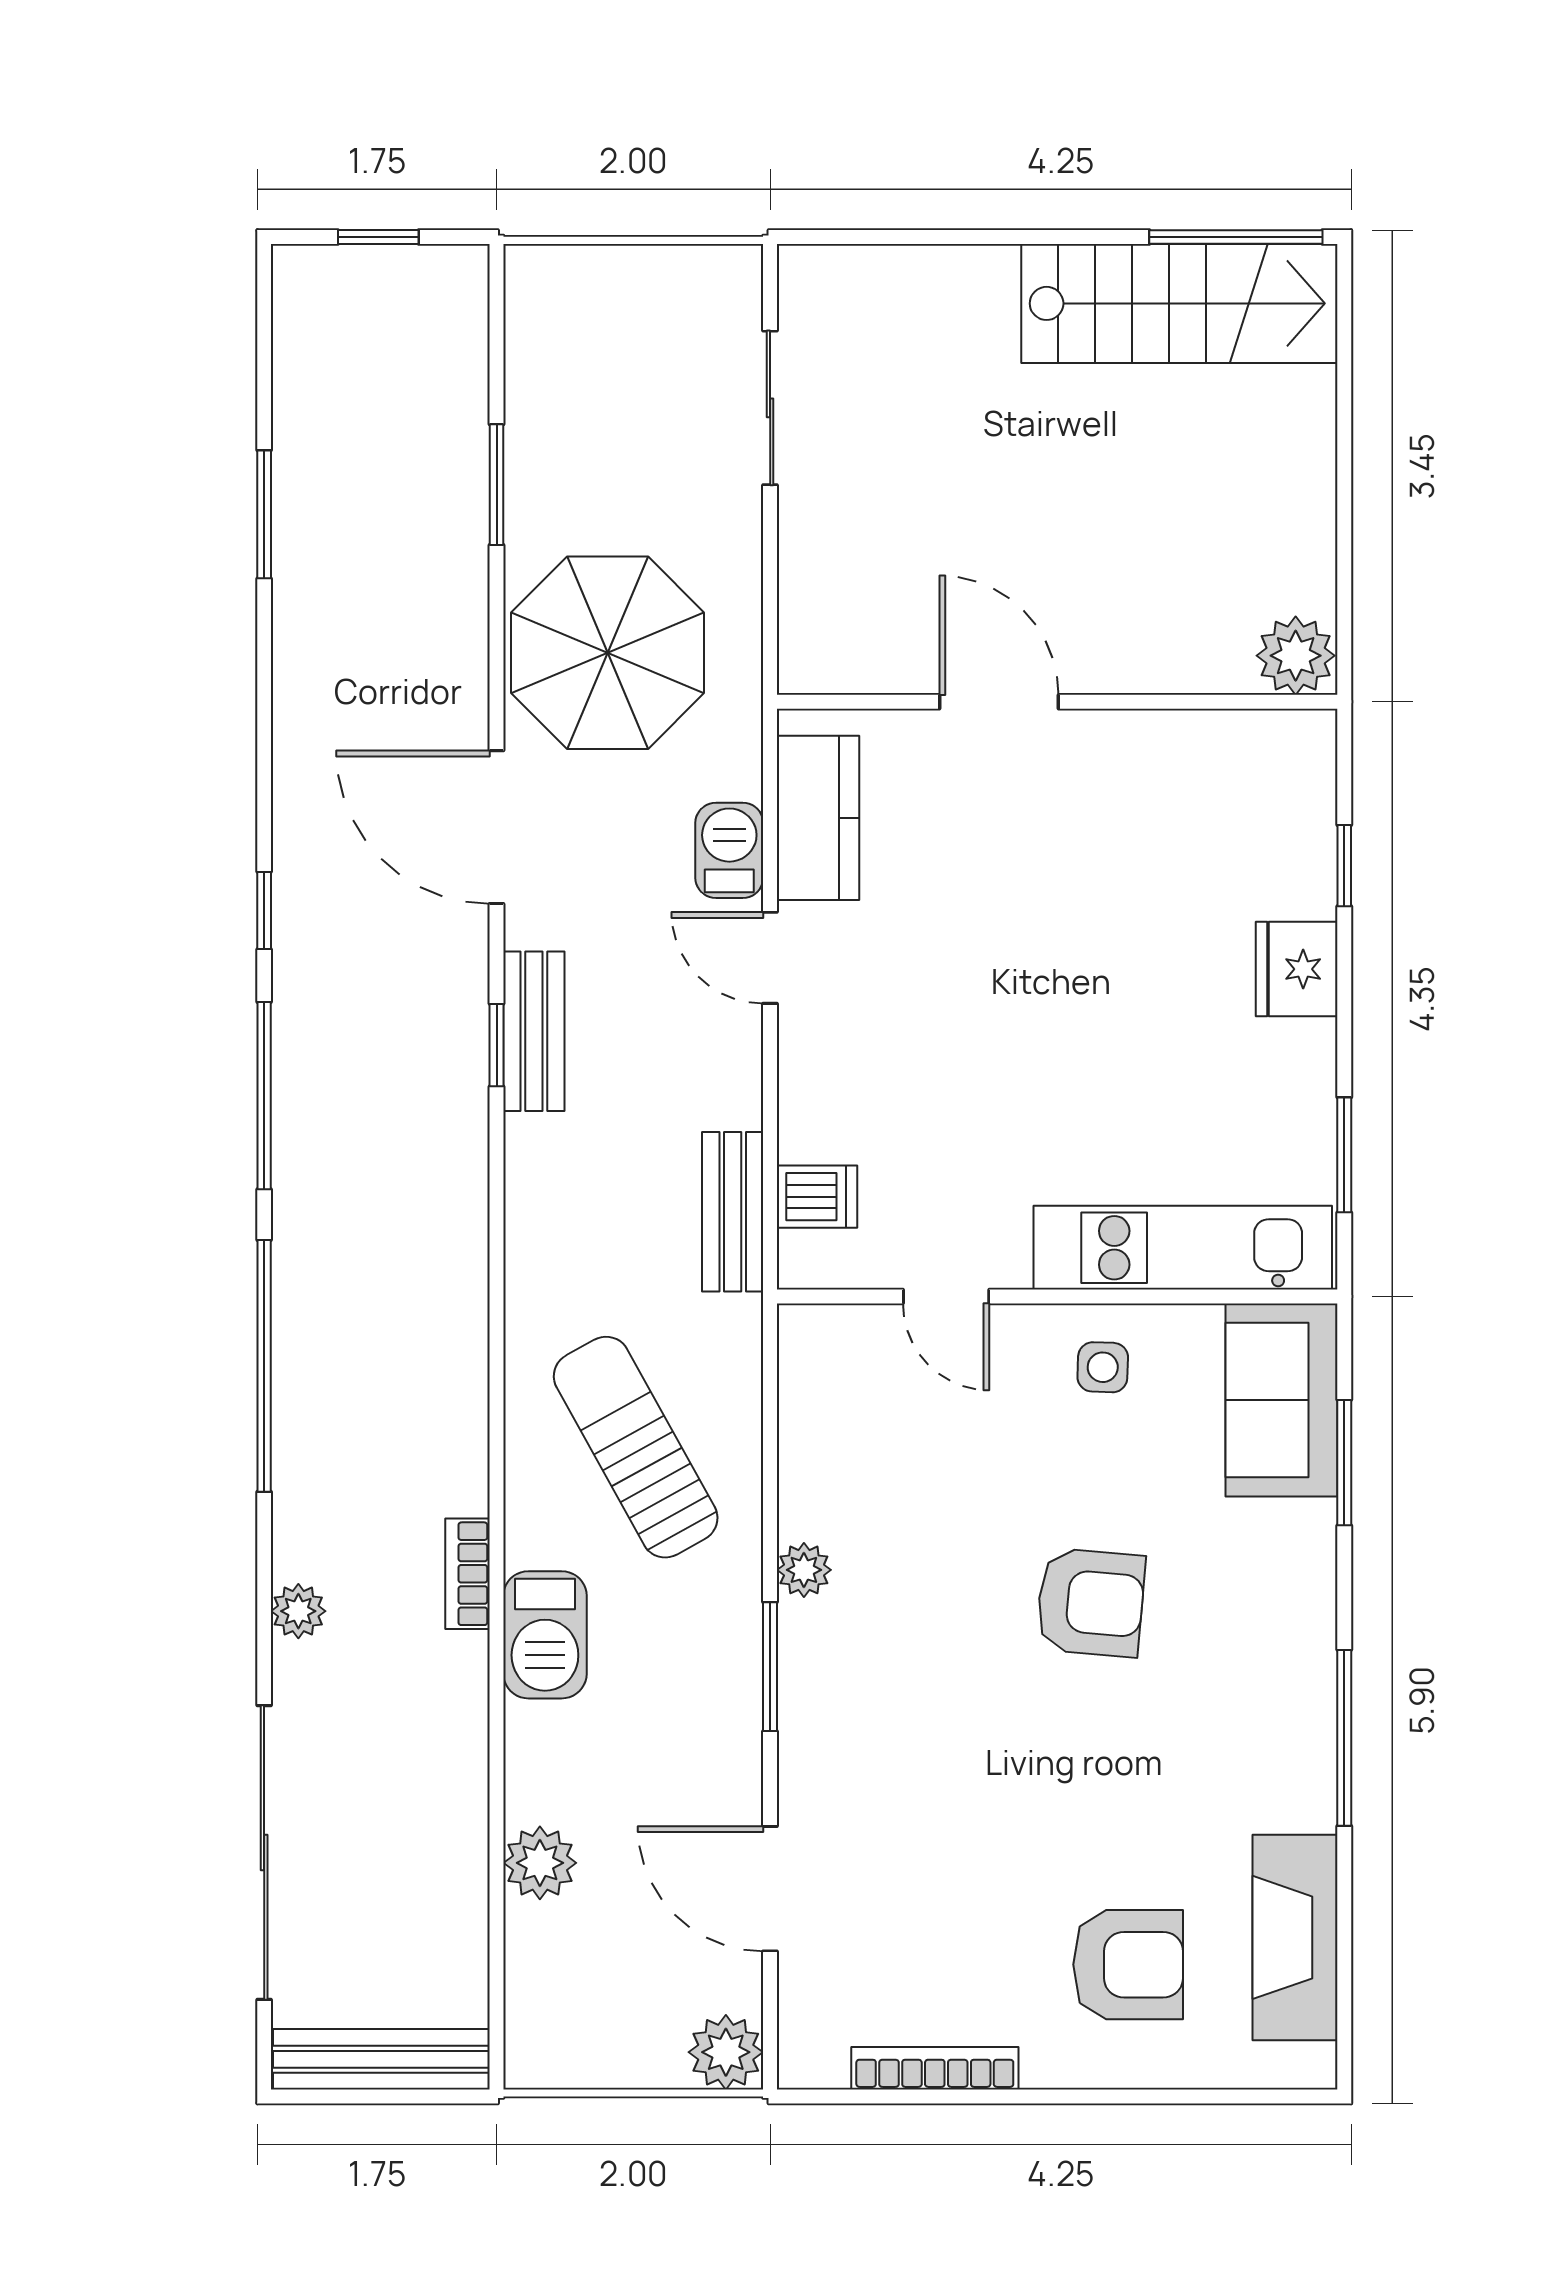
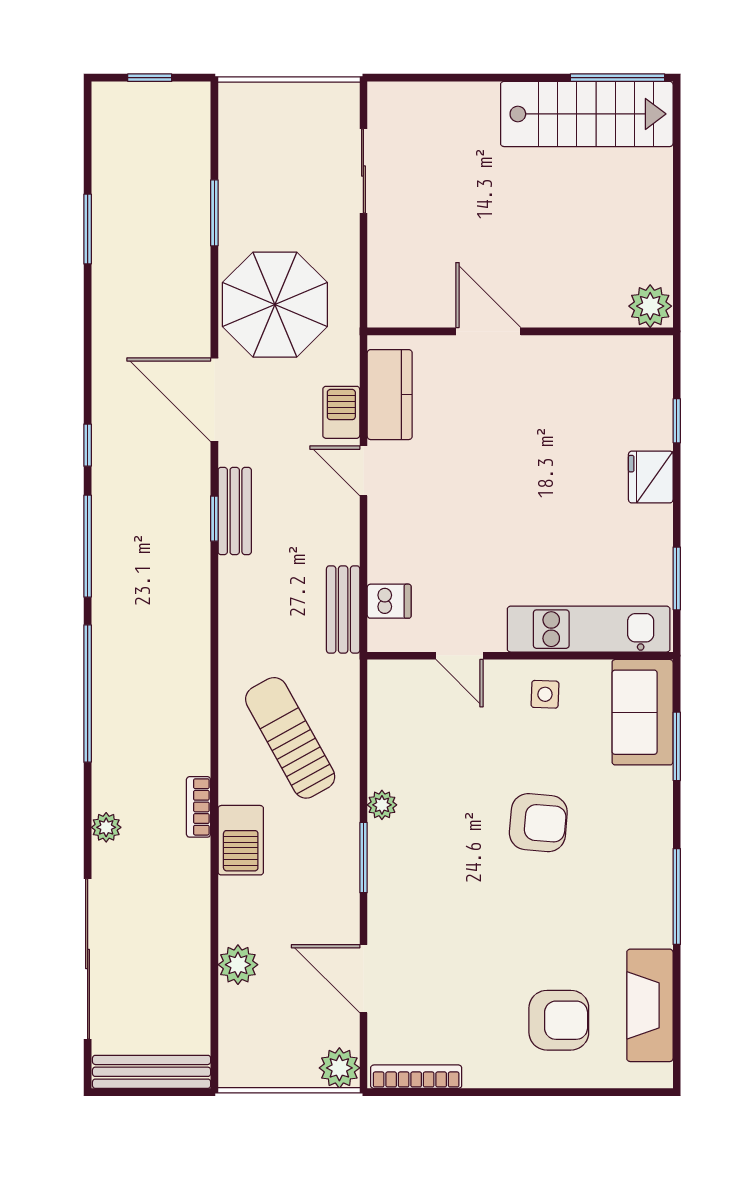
bookcase: (935, 2068) -> (416, 1077), moved

